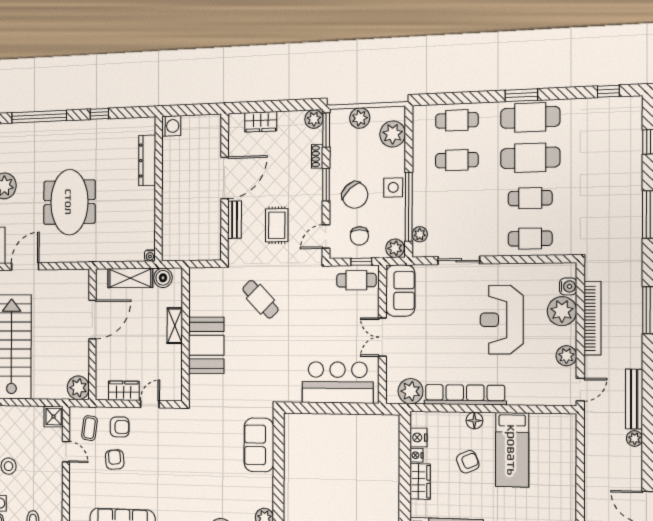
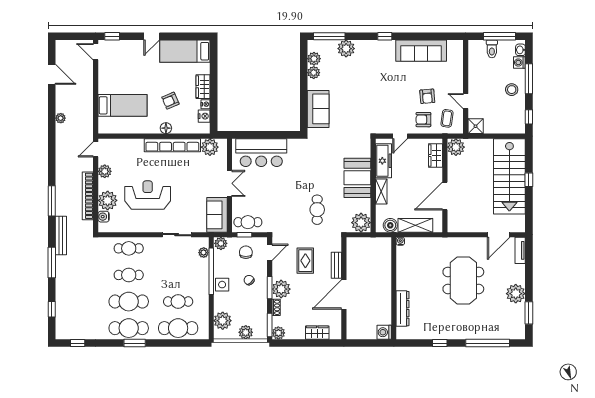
cafe table: (457, 120) -> (178, 328), width x1.37, depth x1.35
plant: (310, 183) -> (281, 289), added
chair: (355, 195) -> (249, 280), width x0.54, depth x0.54
plant: (202, 281) -> (361, 223), added
cafe table: (260, 299) -> (317, 210), turned 44
reception desk: (502, 320) -> (148, 195), turned -90
freezer: (172, 369) -> (383, 161), added
wardrobe: (124, 391) -> (436, 156), moved, turned 90
bench: (634, 399) -> (61, 235), moved
bed: (512, 450) -> (122, 105), moved, turned 90
plant: (265, 498) -> (314, 73), added

